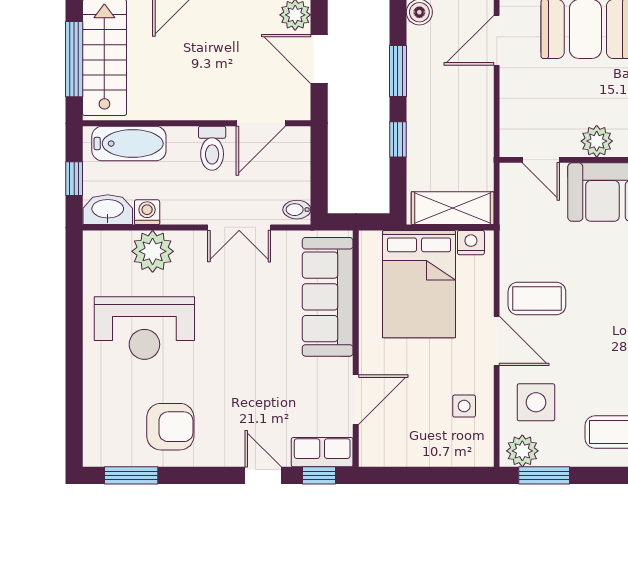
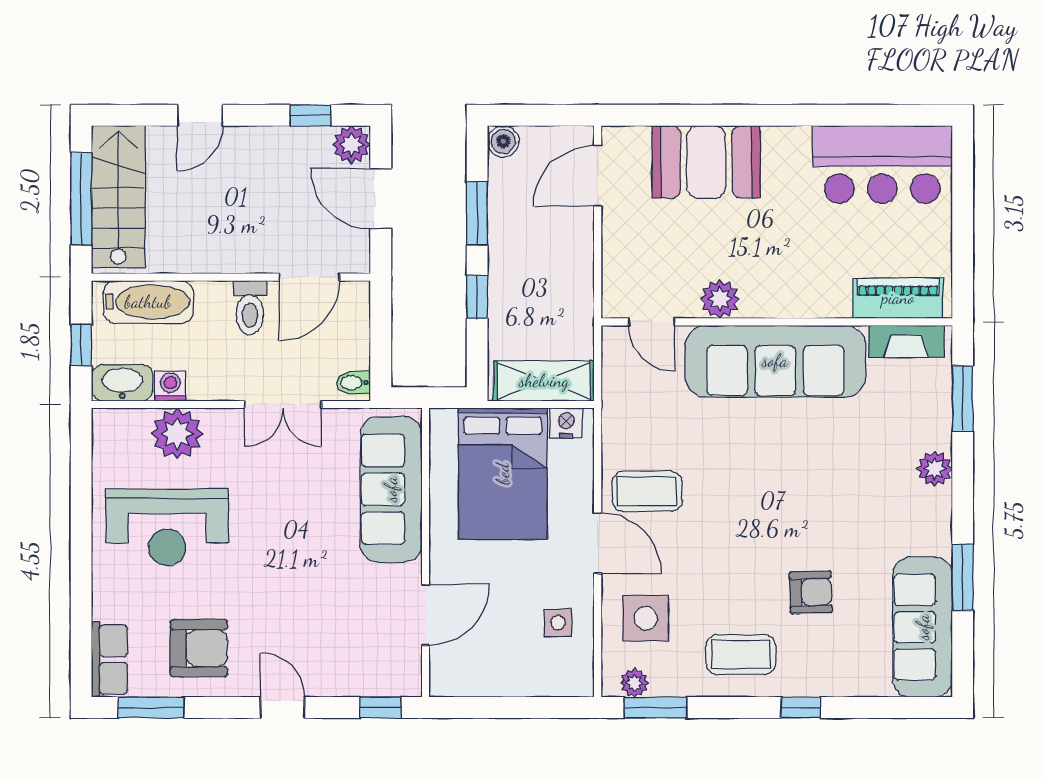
plant: (522, 451) -> (634, 683), width x0.73, depth x0.73
row of seats: (322, 452) -> (110, 660), moved, turned 90
door: (263, 475) -> (282, 708), moved

